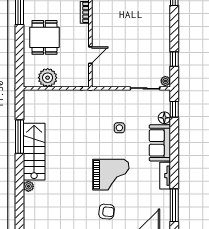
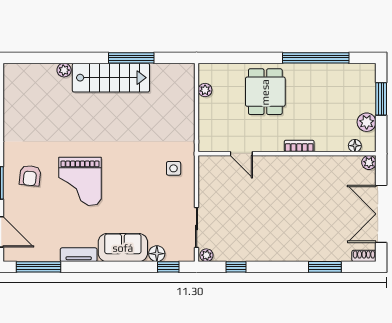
dining table: (44, 37) -> (265, 92), turned 90
plant: (48, 78) -> (205, 90), width x0.53, depth x0.53
side table: (119, 128) -> (174, 168), moved

